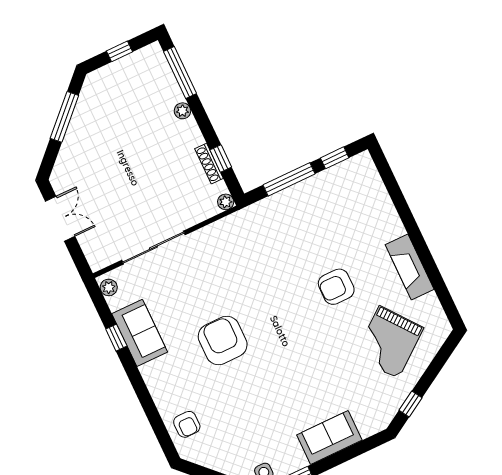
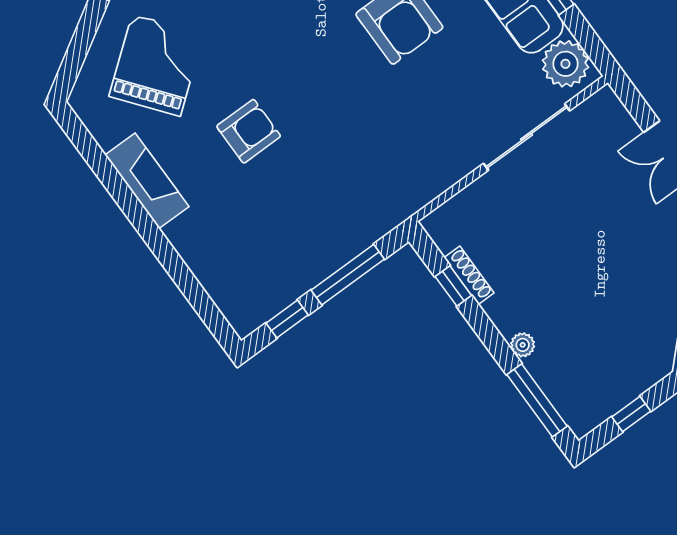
plant: (226, 202) -> (434, 224), removed
plant: (109, 287) -> (565, 64), width x1.88, depth x1.88

